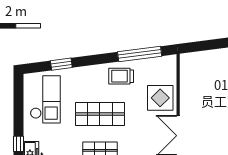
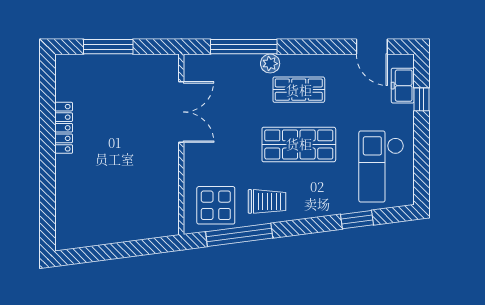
display table: (160, 98) -> (216, 205), moved

